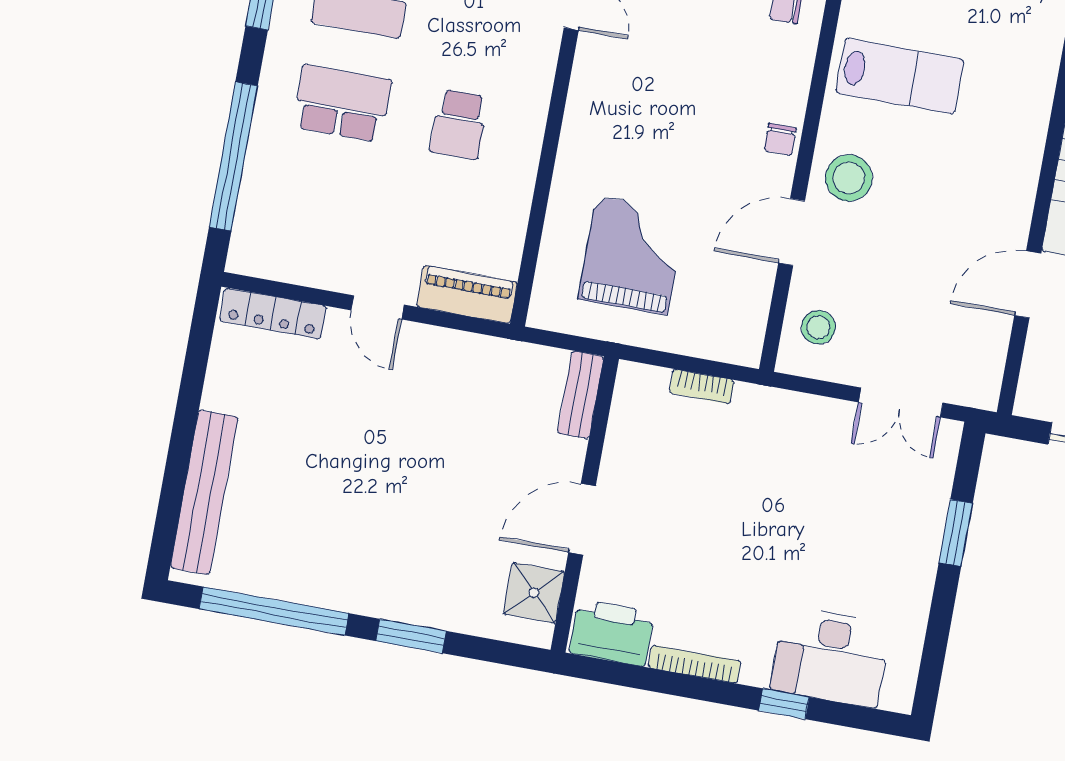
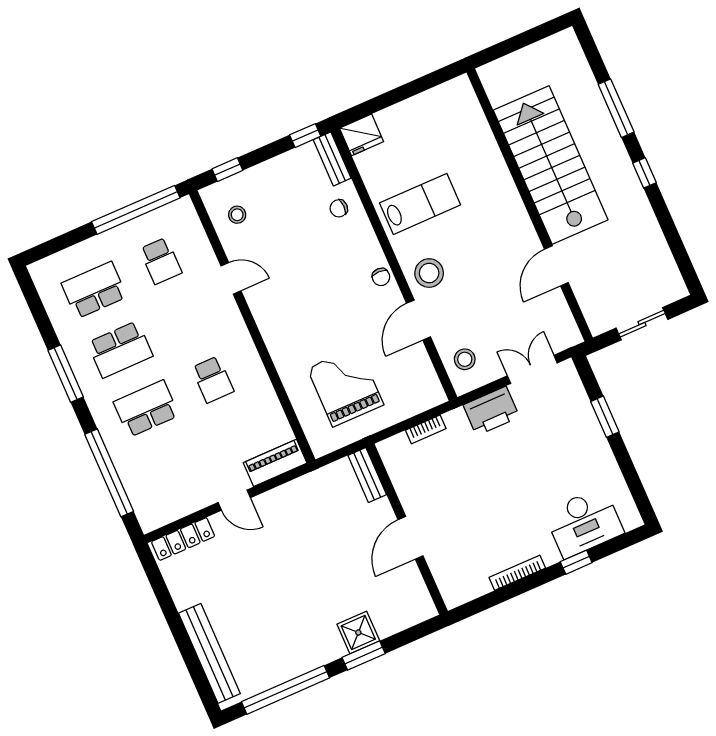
double door: (901, 402) -> (532, 369), swing flipped
shower: (534, 593) -> (358, 632), moved
printer: (612, 633) -> (491, 411), moved, turned 180

